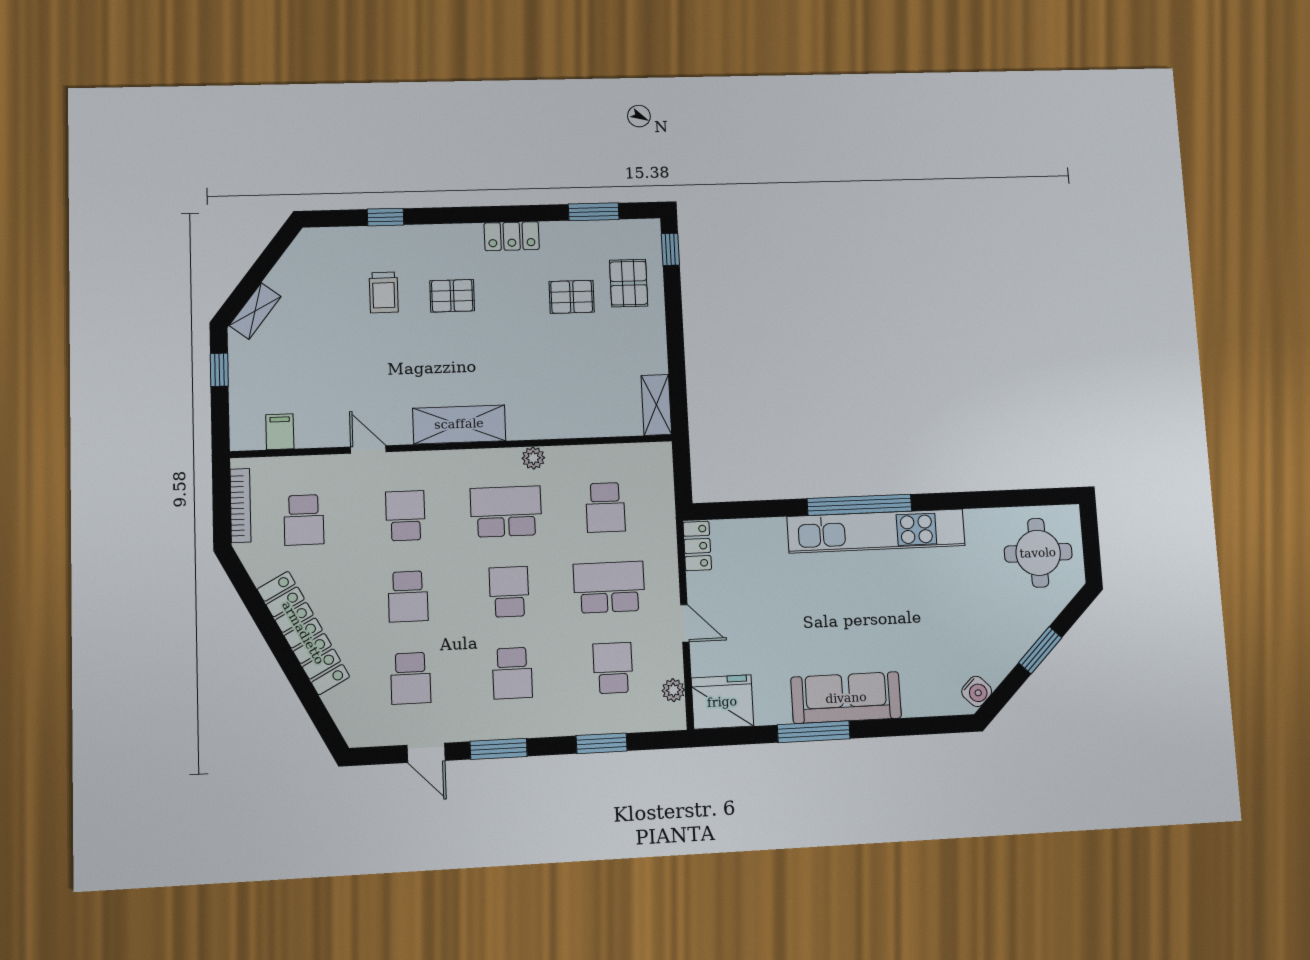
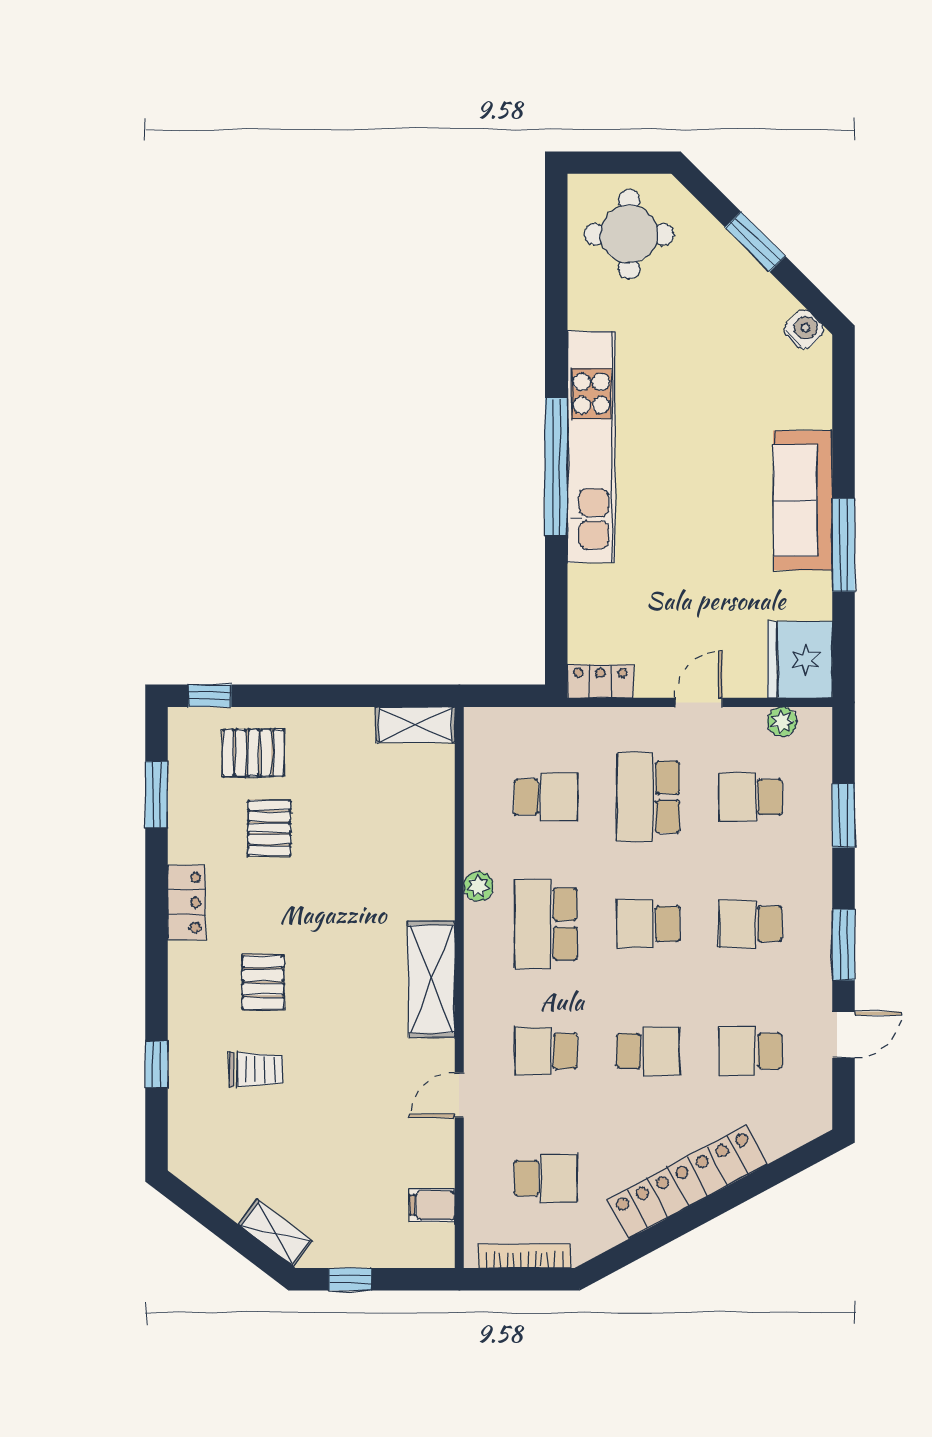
school desk: (512, 673) -> (750, 924), turned 180
school desk: (411, 678) -> (750, 1051), turned 180

